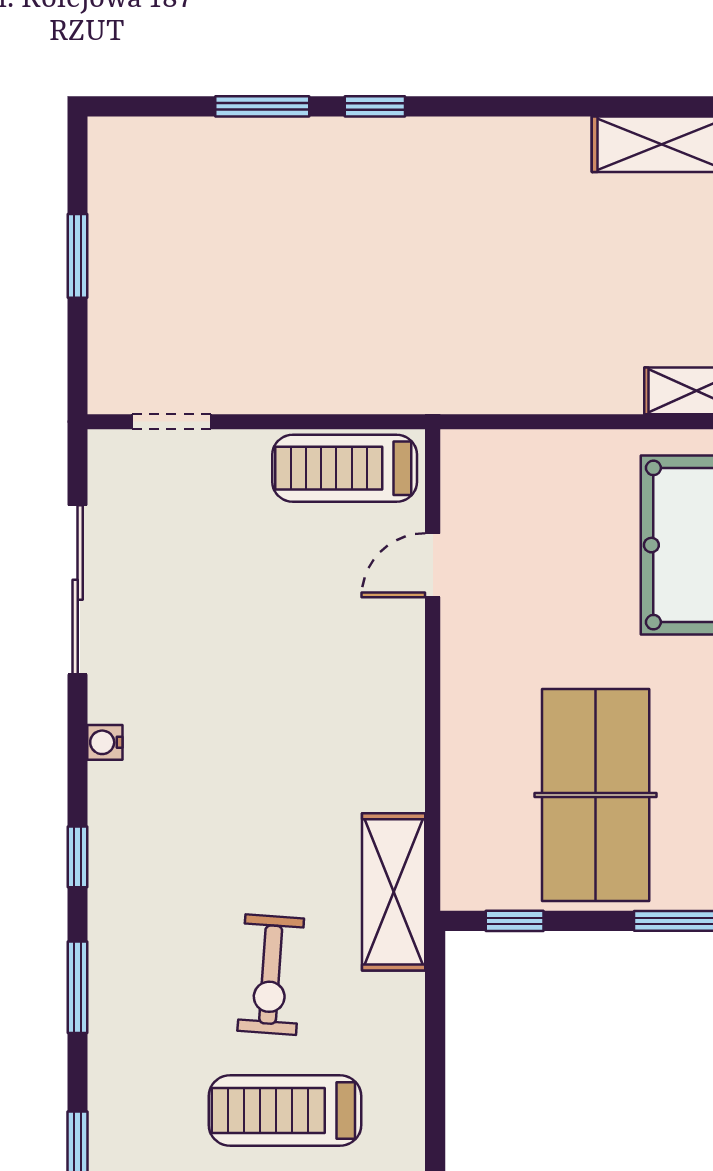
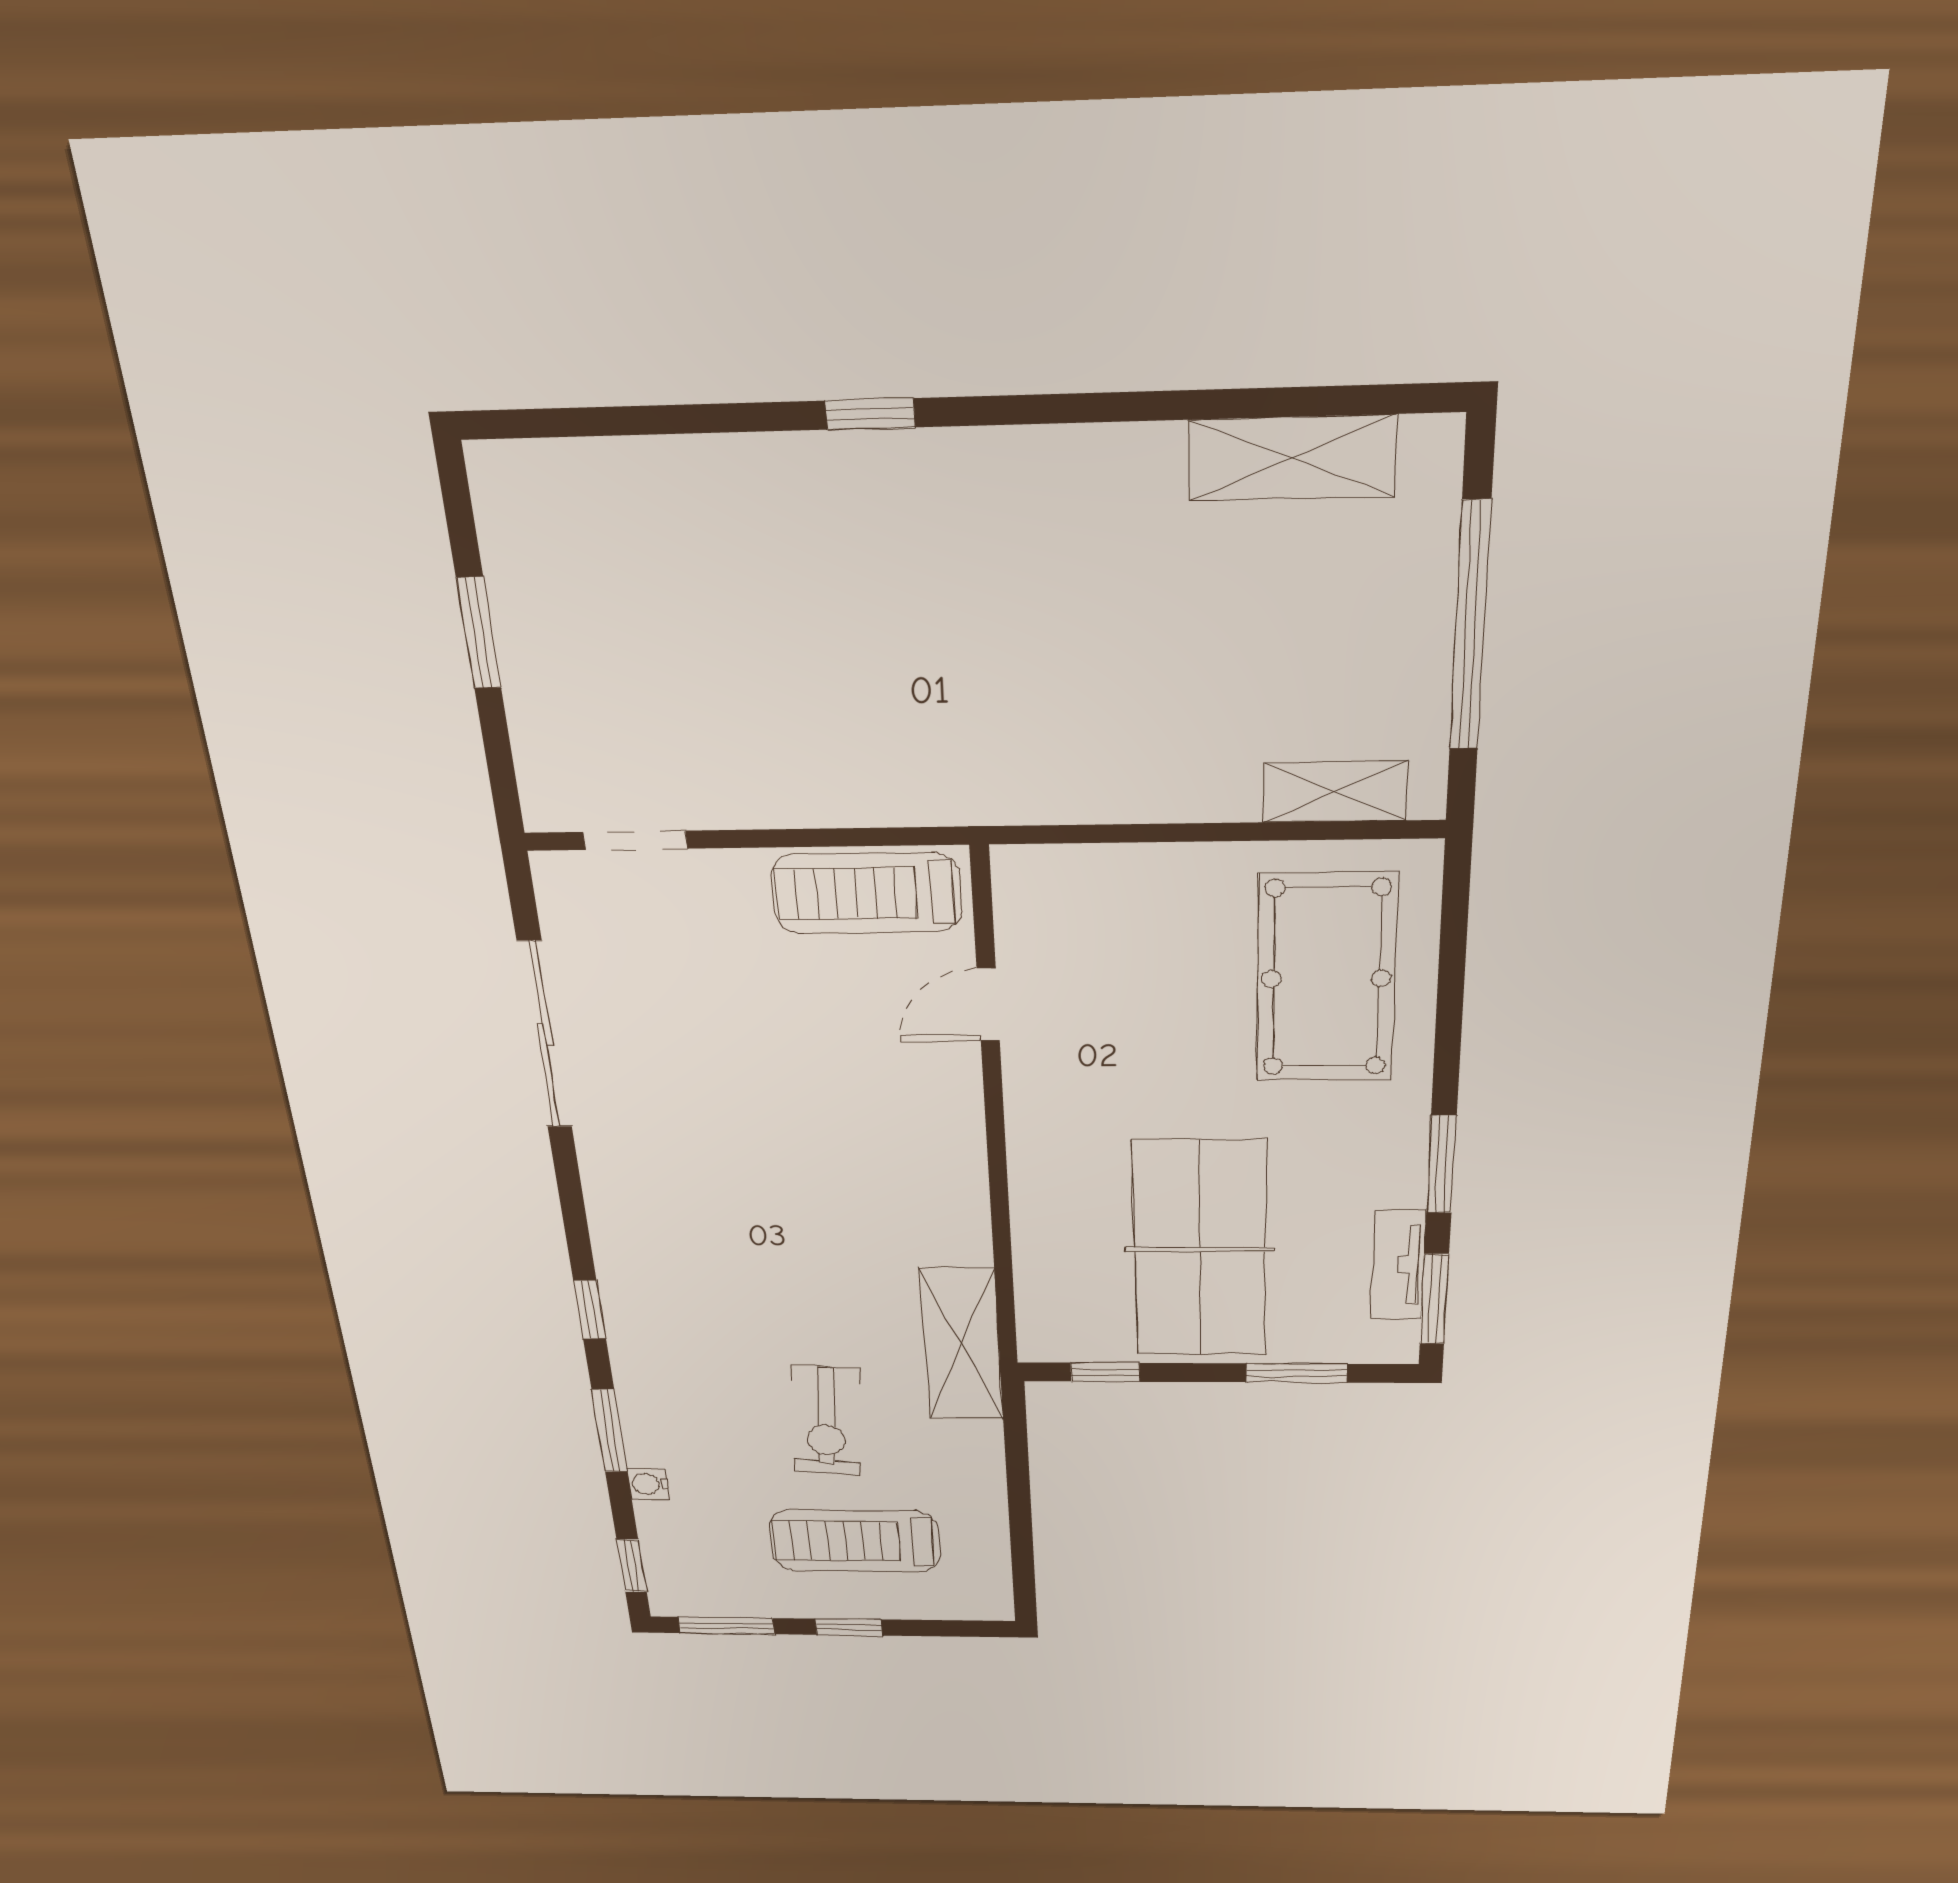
window: (262, 106) -> (708, 419), removed
water cooler: (105, 742) -> (648, 1484), moved

